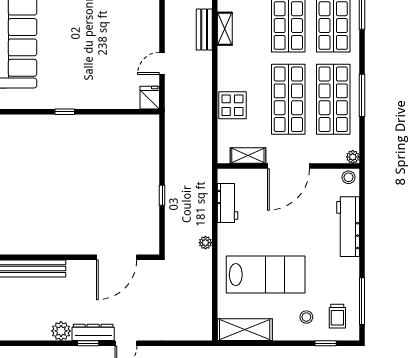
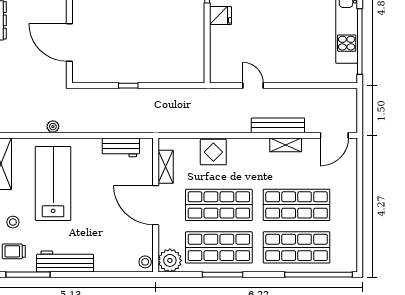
bench: (204, 29) -> (278, 125), width x1.36
fridge: (150, 98) -> (220, 16), moved
plant: (353, 157) -> (170, 260), width x1.88, depth x1.88
workbench: (348, 227) -> (65, 261), moved
plant: (205, 243) -> (53, 127), moved
lab bench: (266, 275) -> (53, 183), turned 180

